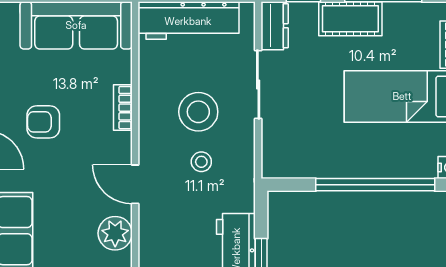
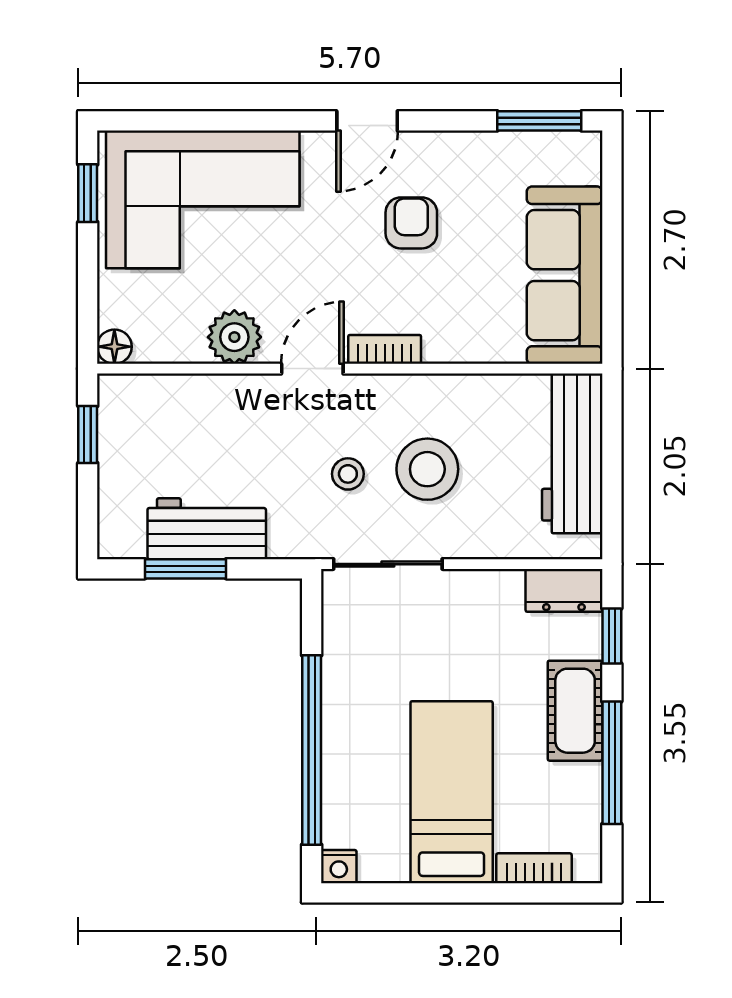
sliding door: (258, 84) -> (388, 564), moved
bookcase: (123, 108) -> (385, 349), moved

